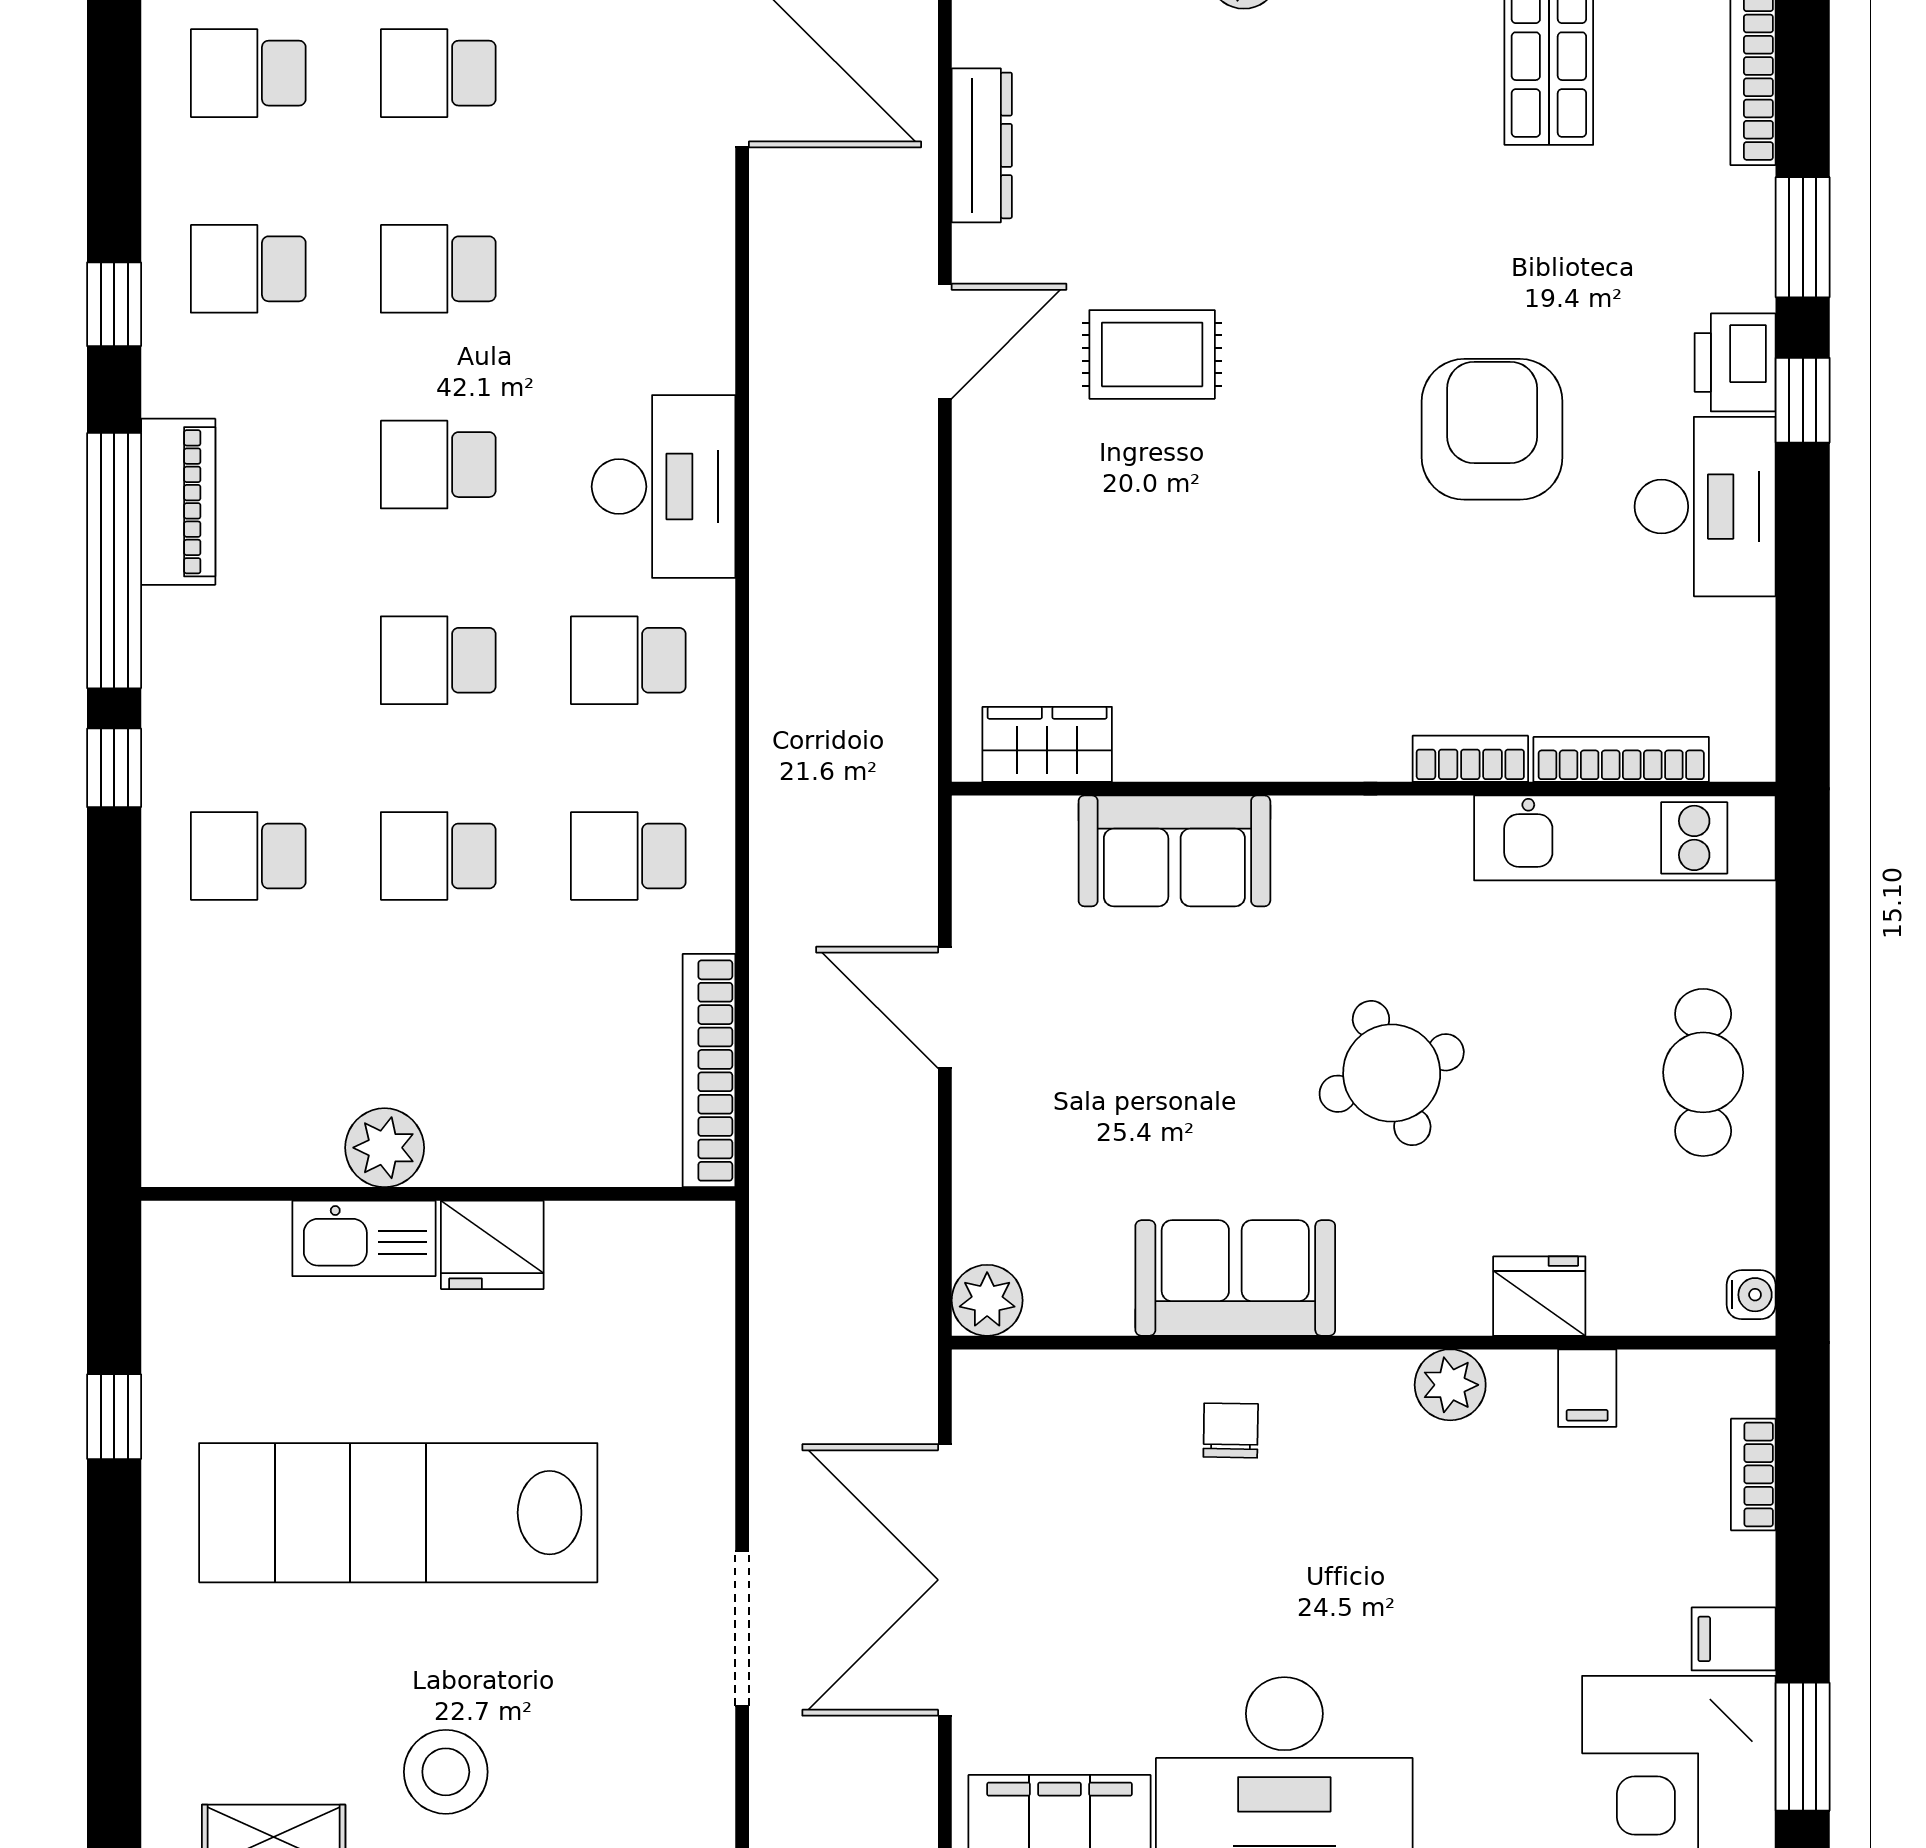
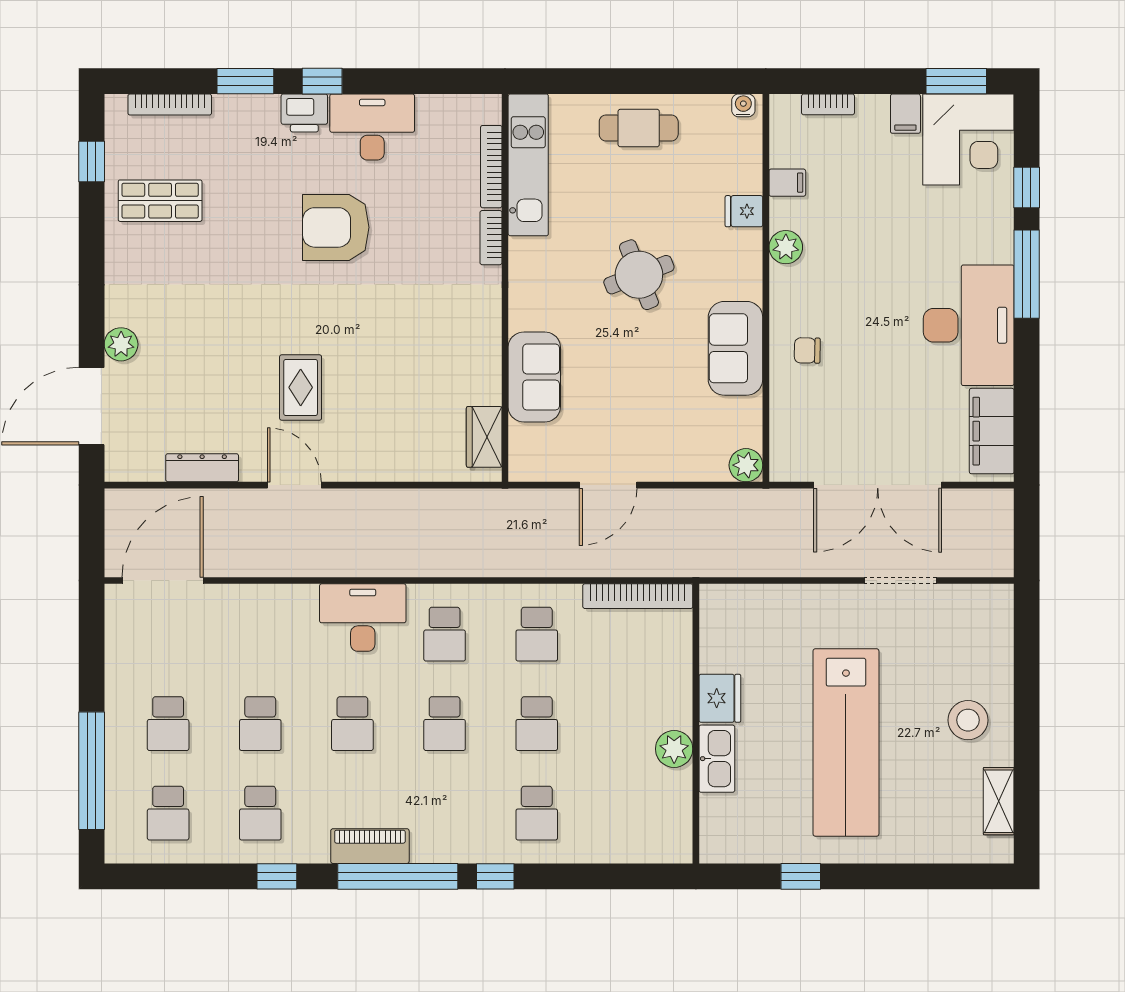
fridge: (1539, 1296) -> (744, 211), width x0.72

